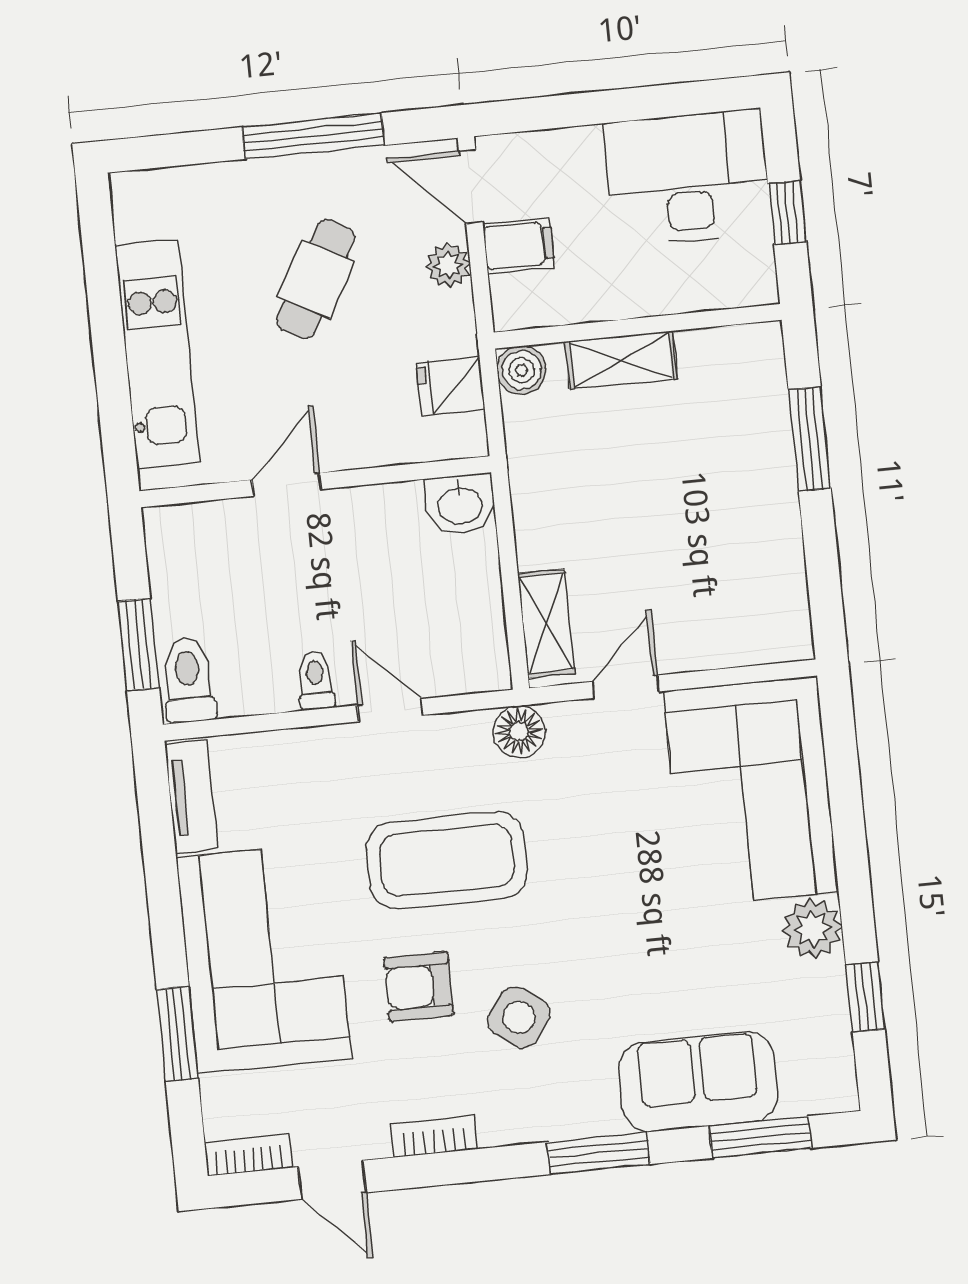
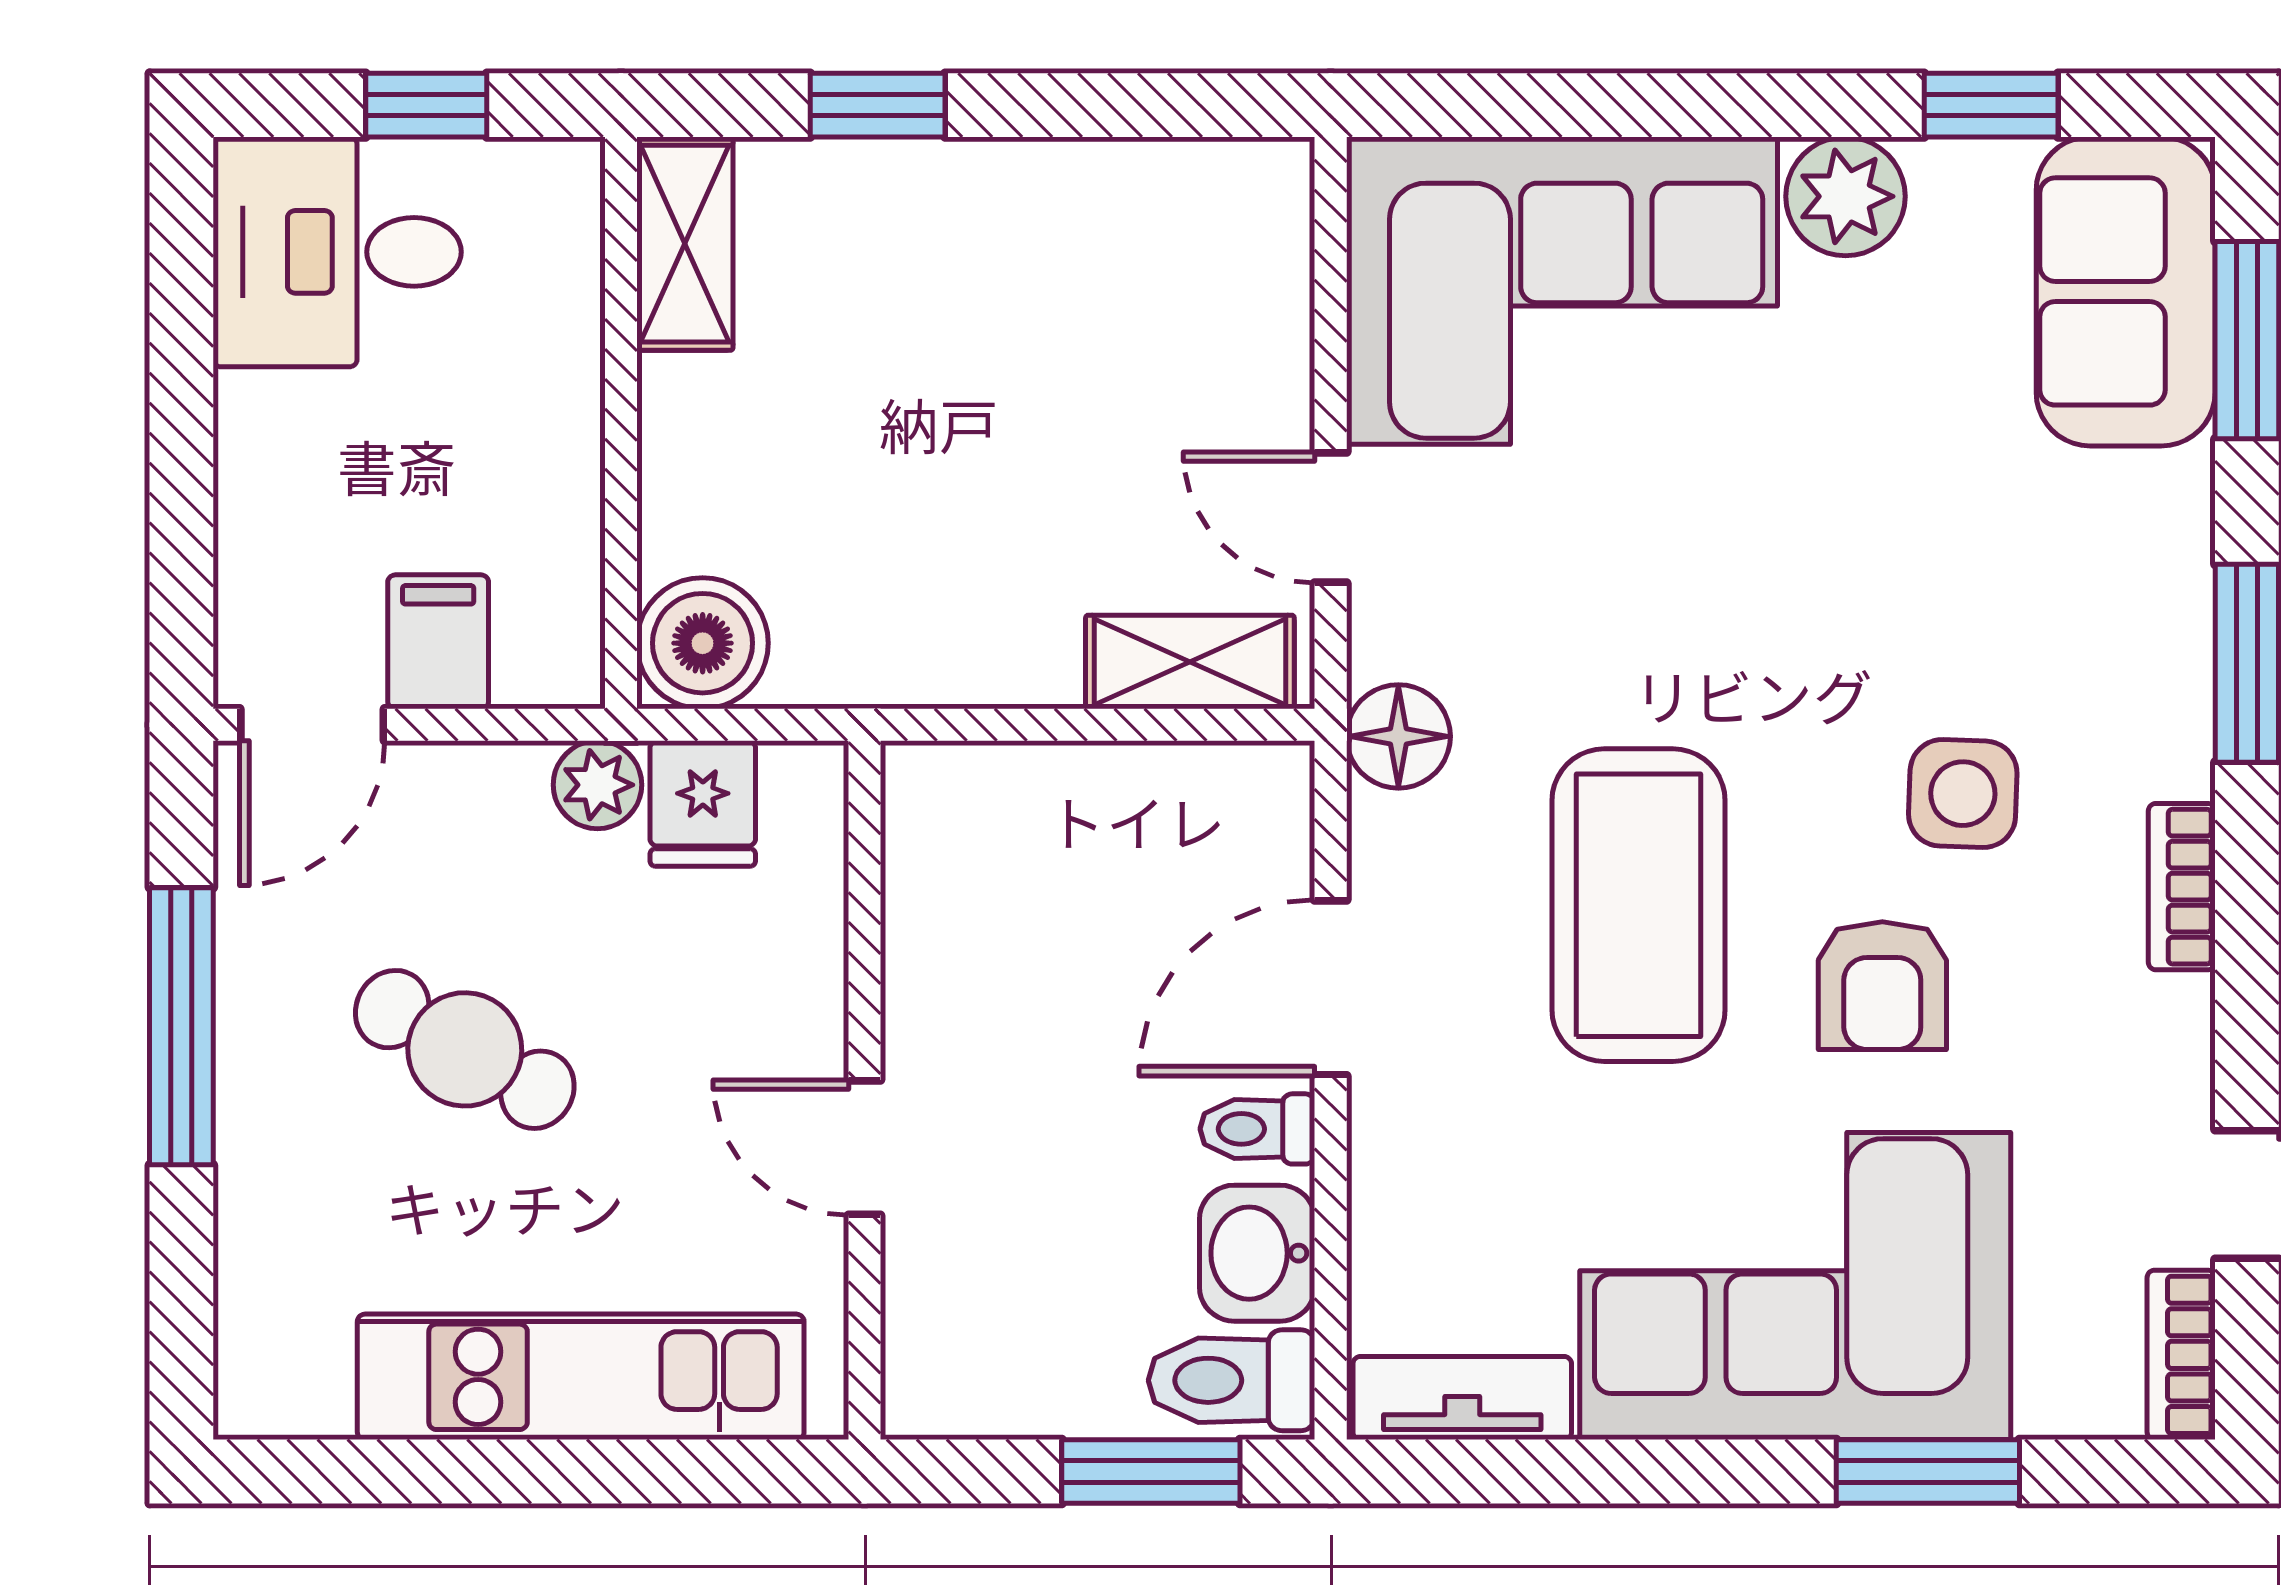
desk: (688, 178) -> (337, 252), width x0.73
plant: (448, 265) -> (597, 785), moved
shelving: (621, 360) -> (685, 244), moved
boiler: (522, 370) -> (703, 643), width x1.36, depth x1.36
window: (810, 439) -> (878, 105), width x0.67
washbasin: (460, 504) -> (1257, 1253), moved, turned 180
door: (390, 710) -> (1331, 988), width x1.37
side table: (519, 1017) -> (1963, 794), turned -34
sofa: (698, 1082) -> (2126, 291), moved
bookcase: (434, 1137) -> (2182, 887), moved

